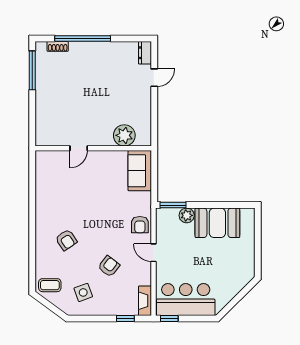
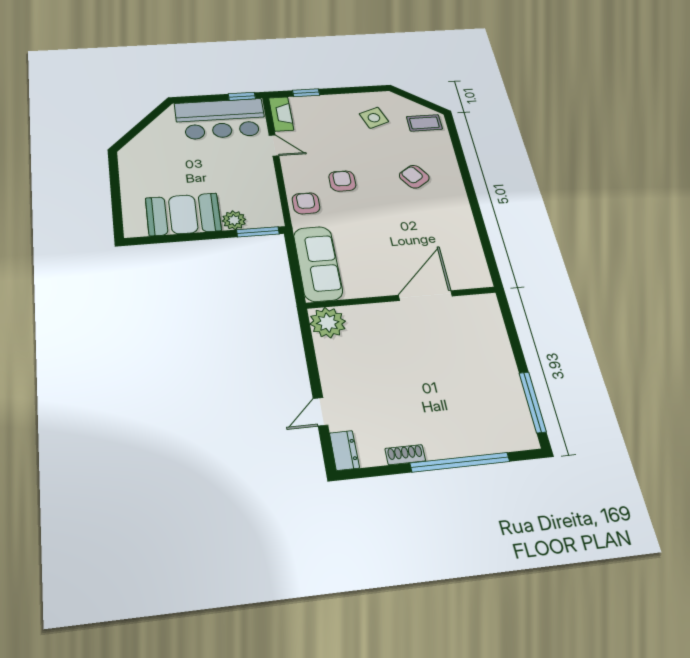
shoe rack: (58, 46) -> (405, 455), moved
plant: (124, 135) -> (328, 323), moved
door: (79, 148) -> (425, 296), width x1.87
sofa: (140, 171) -> (318, 264), width x1.36
door: (154, 253) -> (274, 145), moved
armchair: (109, 266) -> (342, 181), moved, turned 142

